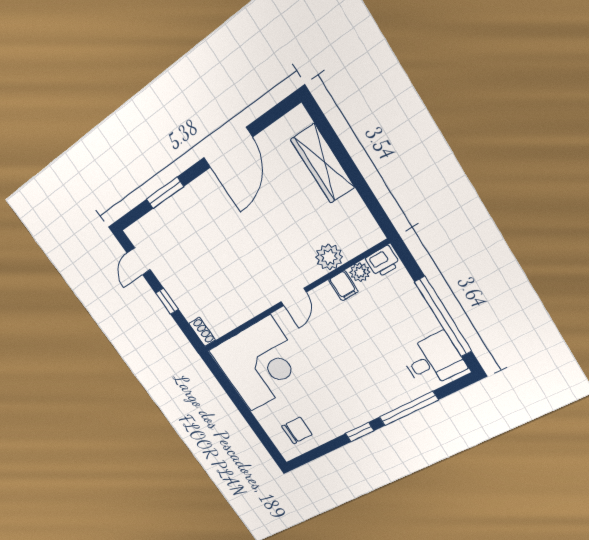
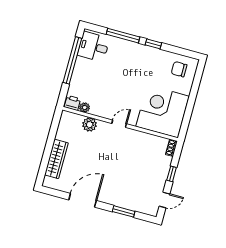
filing cabinet: (343, 286) -> (96, 109), removed

